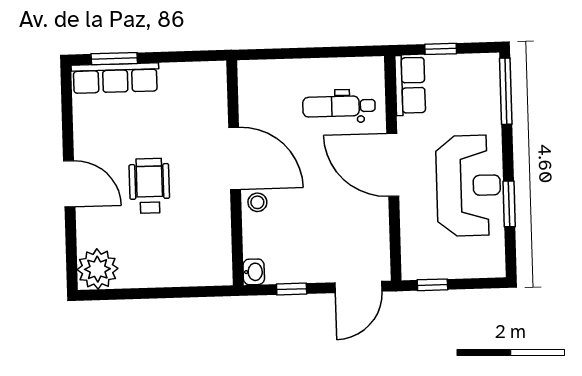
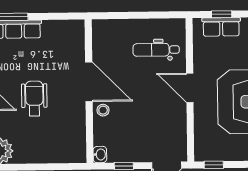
row of seats: (410, 85) -> (221, 27), moved, turned 90
door: (393, 165) -> (190, 88), width x0.73

